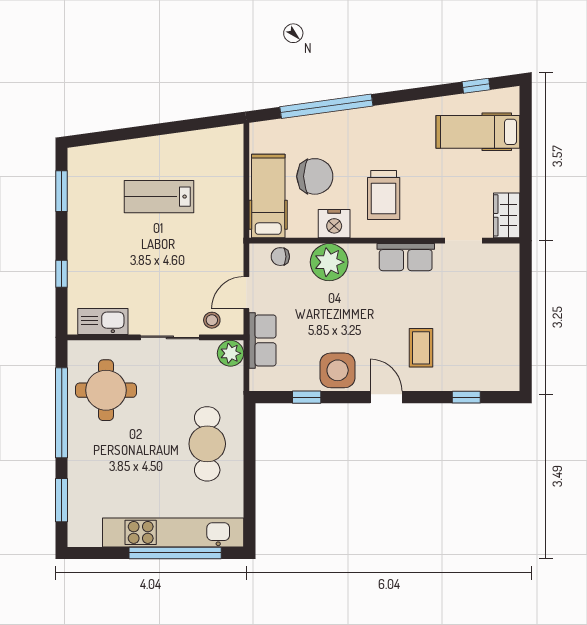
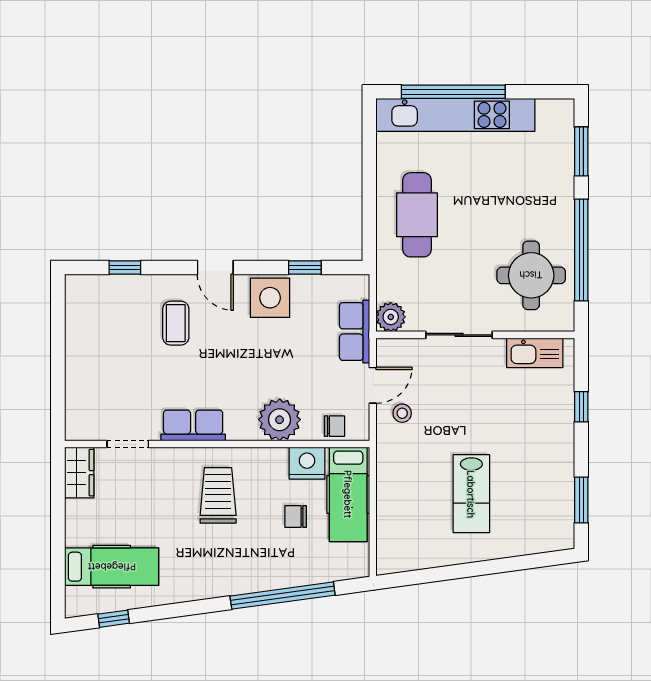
chair: (315, 176) -> (296, 516), width x0.54, depth x0.54
lab bench: (159, 197) -> (471, 494), turned 90
nightstand: (334, 224) -> (307, 463), moved
stool: (212, 320) -> (402, 413), moved

